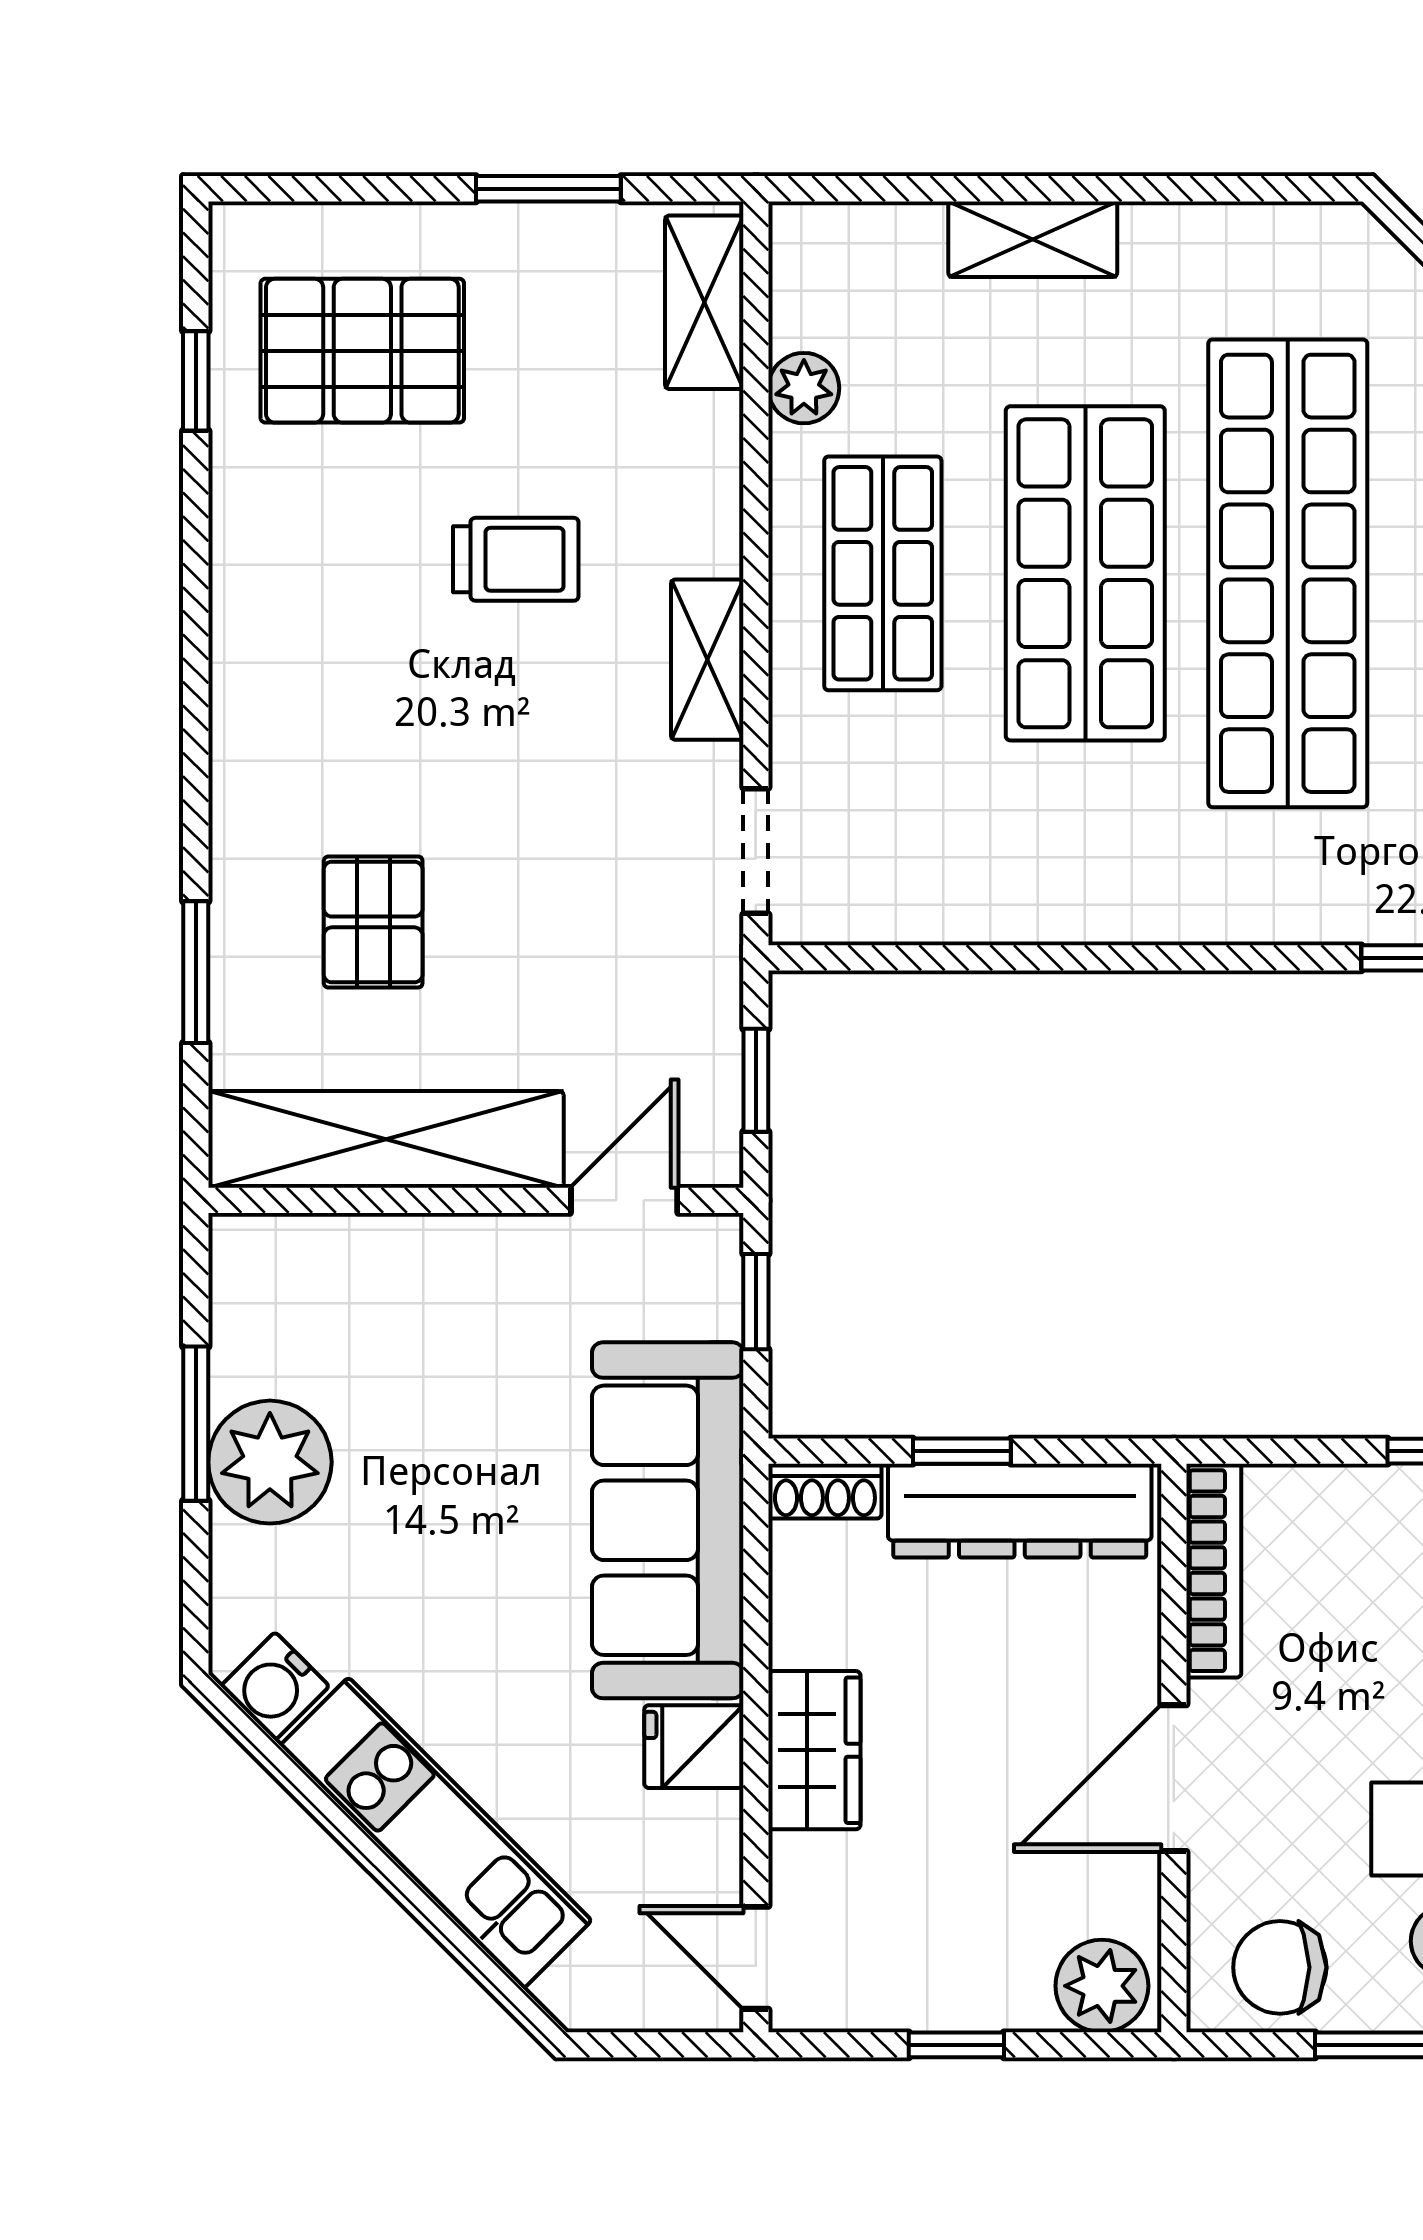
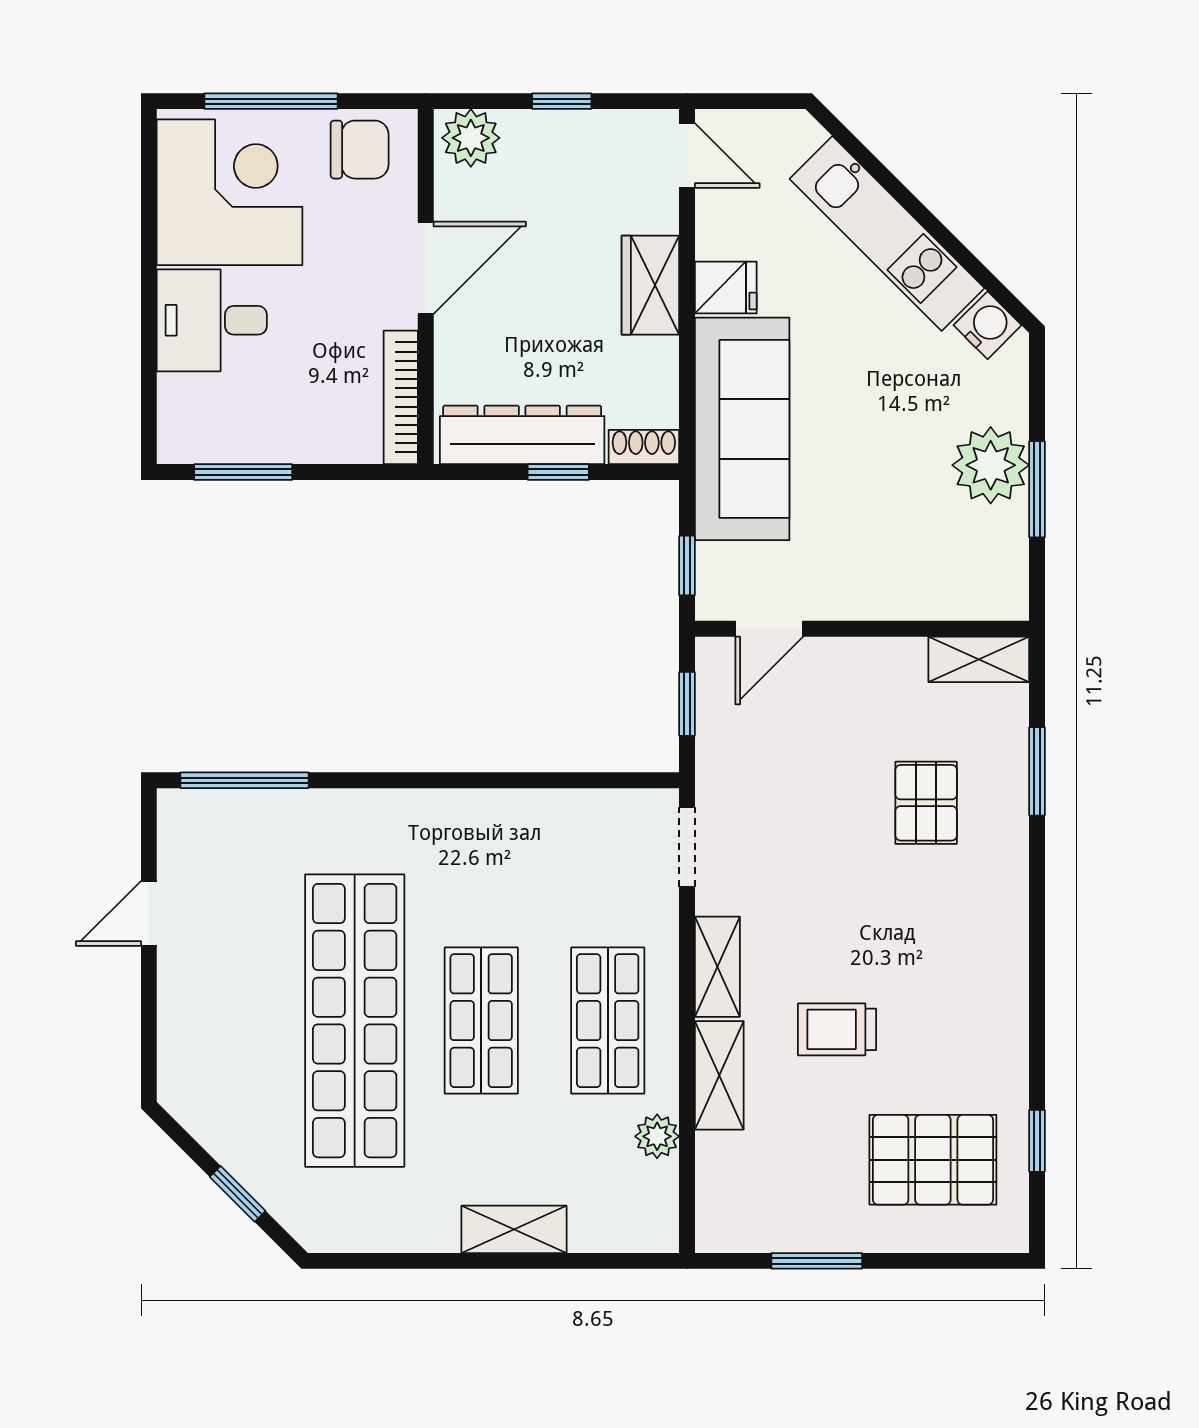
shelving: (704, 302) -> (719, 1075), moved
shop shelf: (1085, 573) -> (481, 1021), width x0.70, depth x0.74
shelving: (386, 1139) -> (979, 659), width x0.45, depth x0.75

